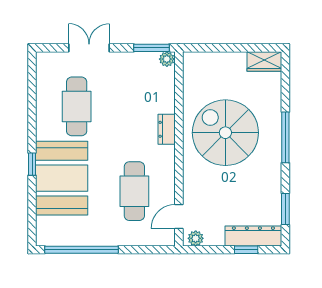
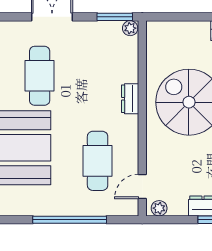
window: (82, 250) -> (70, 220), moved

